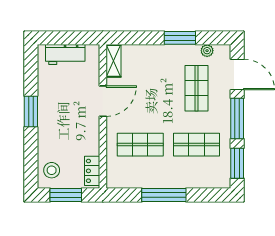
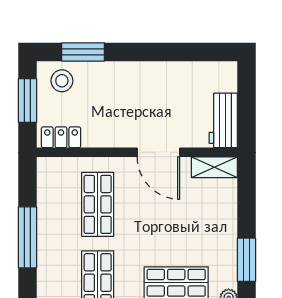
workbench: (65, 55) -> (223, 120), moved
window: (31, 111) -> (83, 52), moved

